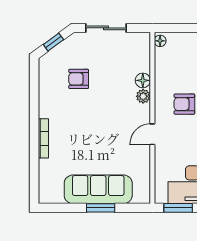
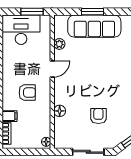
armchair: (79, 79) -> (98, 116), moved, turned -90
plant: (143, 96) -> (59, 44), moved

